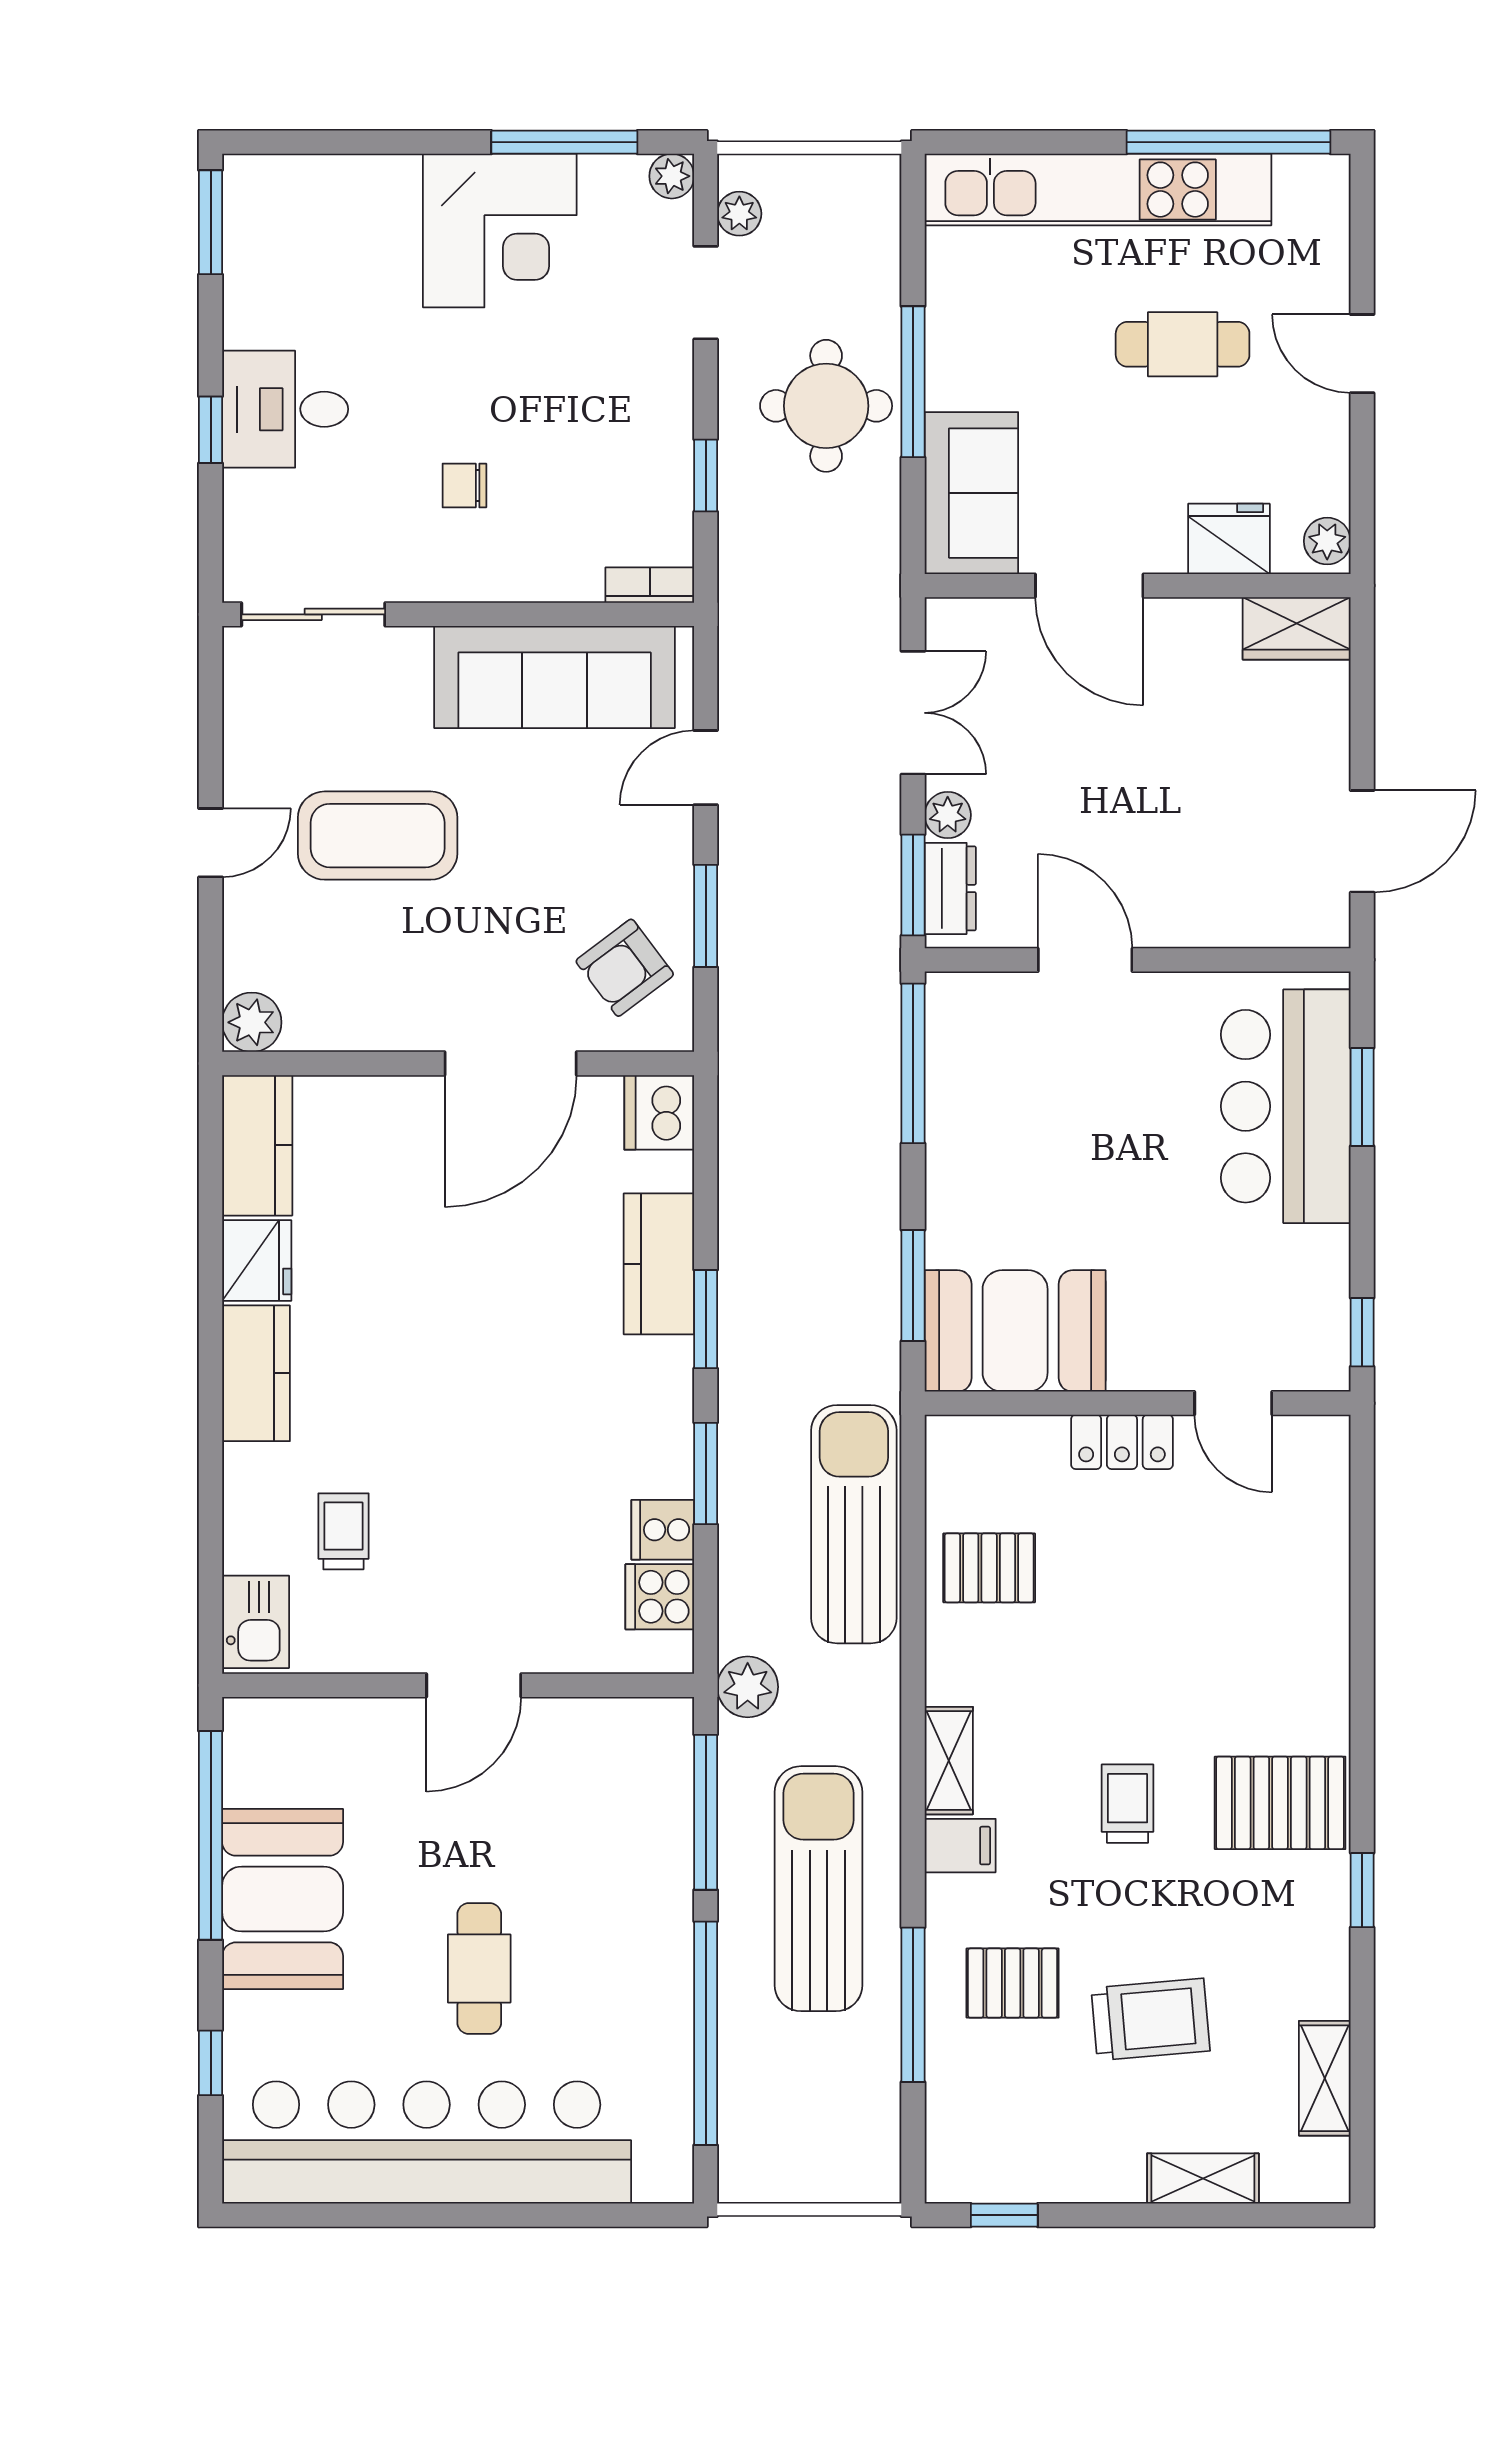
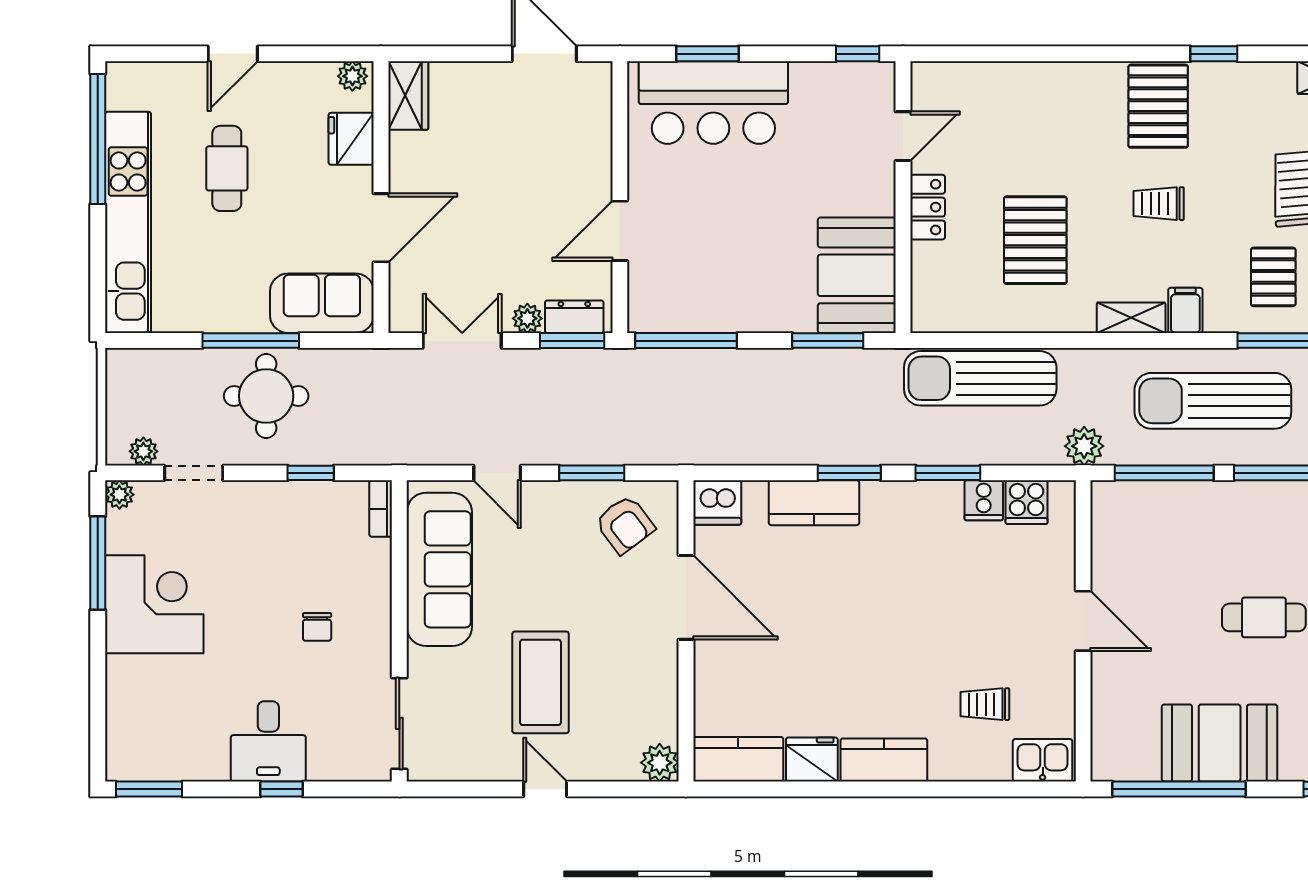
pallet: (989, 1568) -> (1035, 240), moved, width x1.50, depth x1.42

